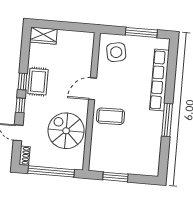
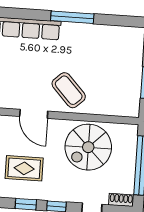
rug: (38, 82) -> (24, 168), moved
coffee table: (111, 116) -> (69, 90), turned -42

